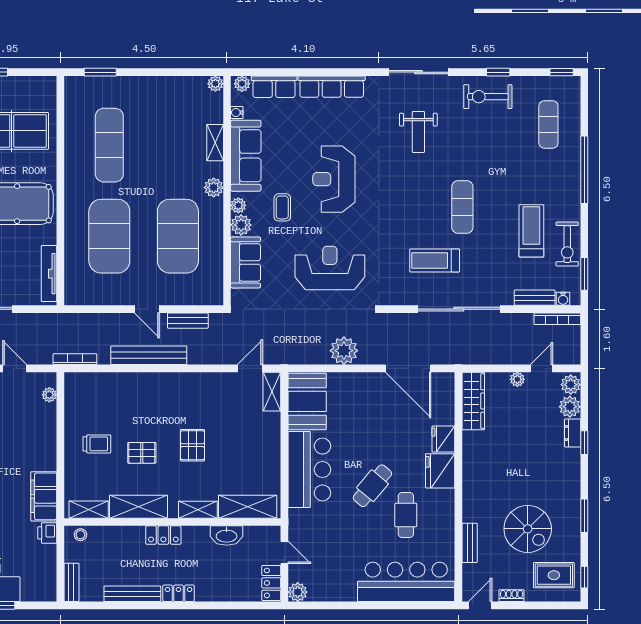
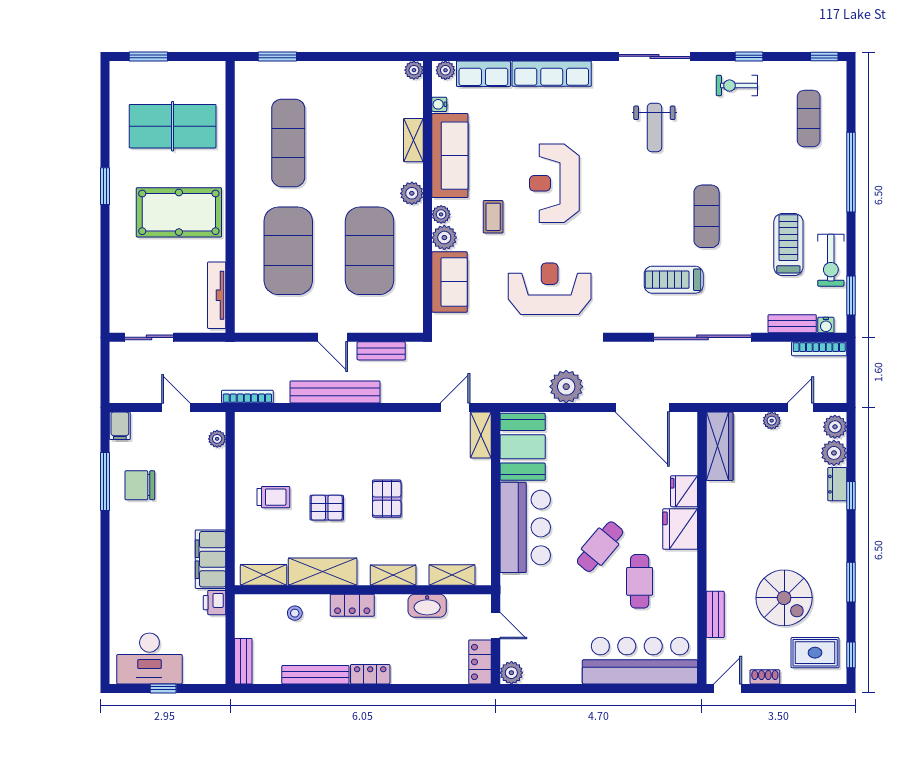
exercise bike: (488, 97) -> (737, 86), width x0.73, depth x0.72
shelving: (248, 507) -> (452, 575), width x0.67, depth x0.75
stool: (80, 535) -> (295, 613), moved

